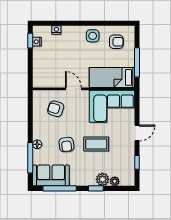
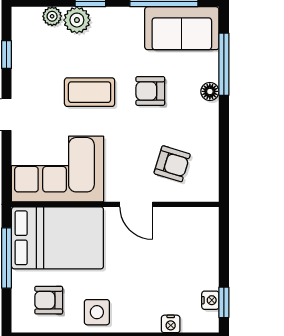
bed: (112, 77) -> (57, 238), width x1.50
armchair: (66, 145) -> (150, 91), turned -83

